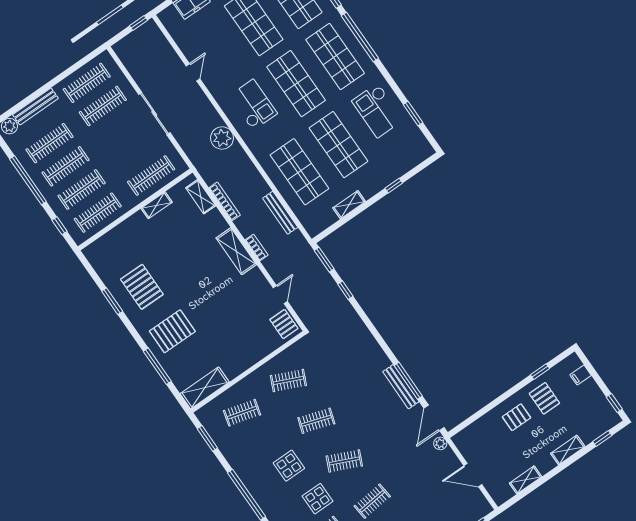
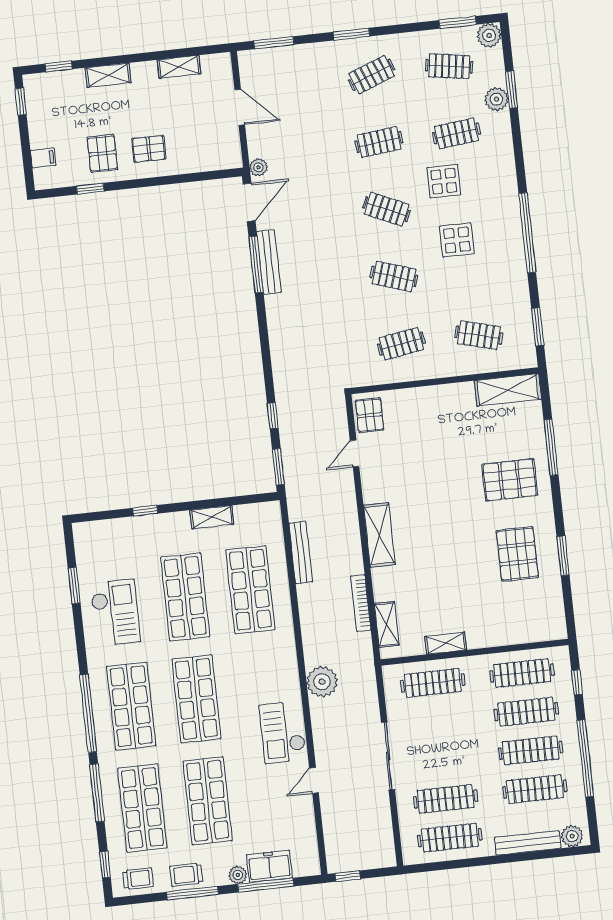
checkout: (253, 105) -> (283, 732), moved
bookcase: (257, 248) -> (352, 526), removed
clothes rail: (288, 381) -> (401, 344), turned -33

